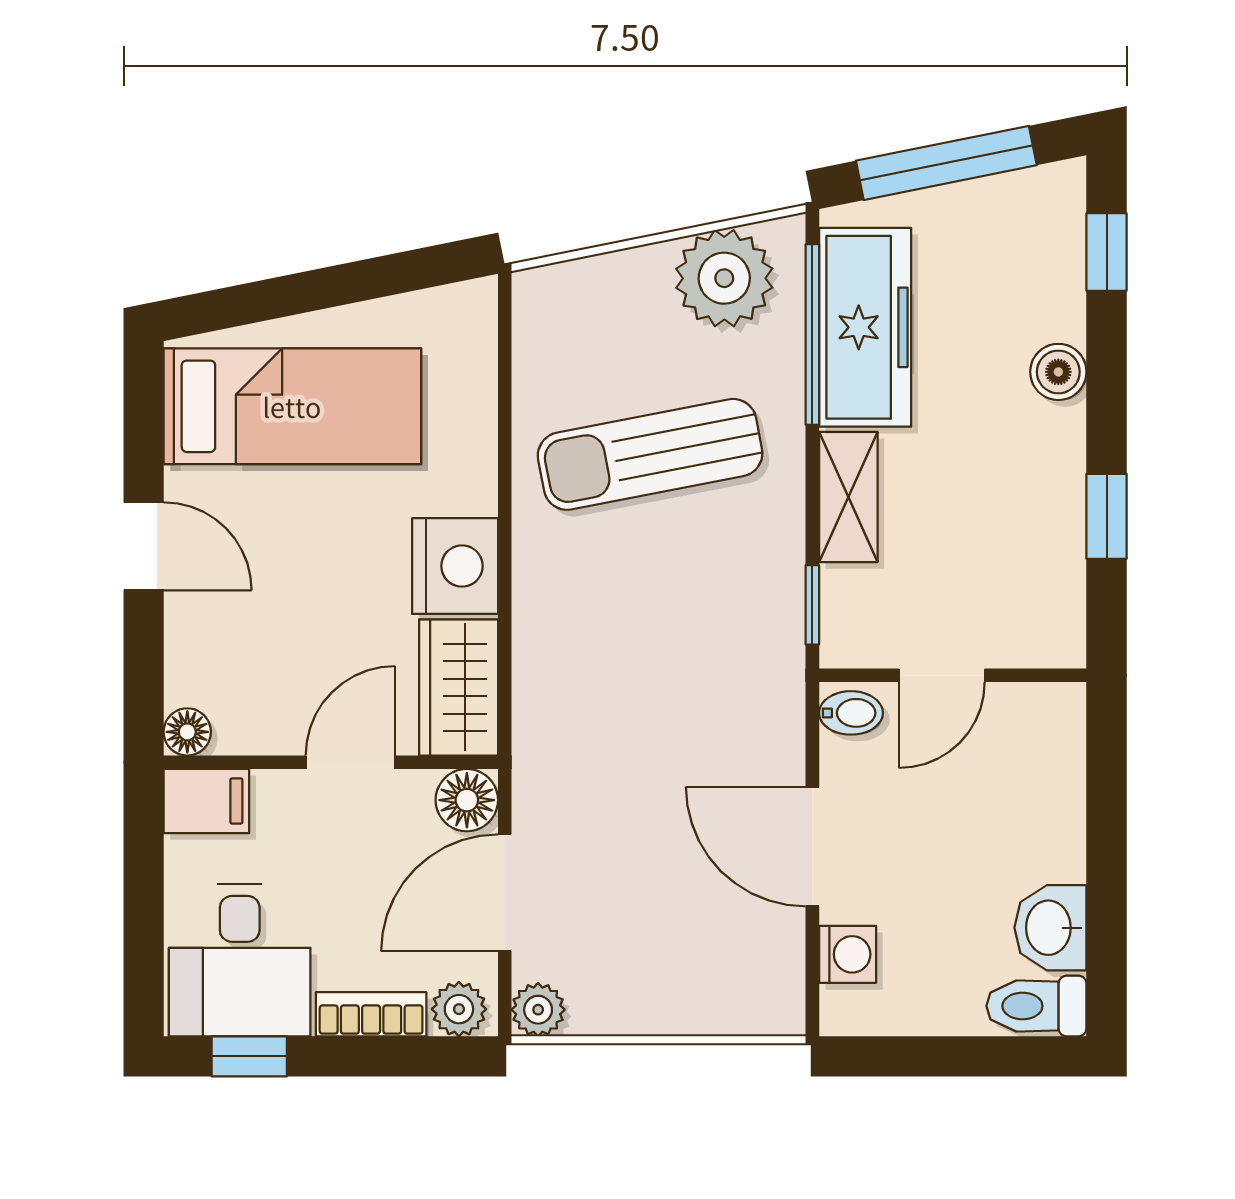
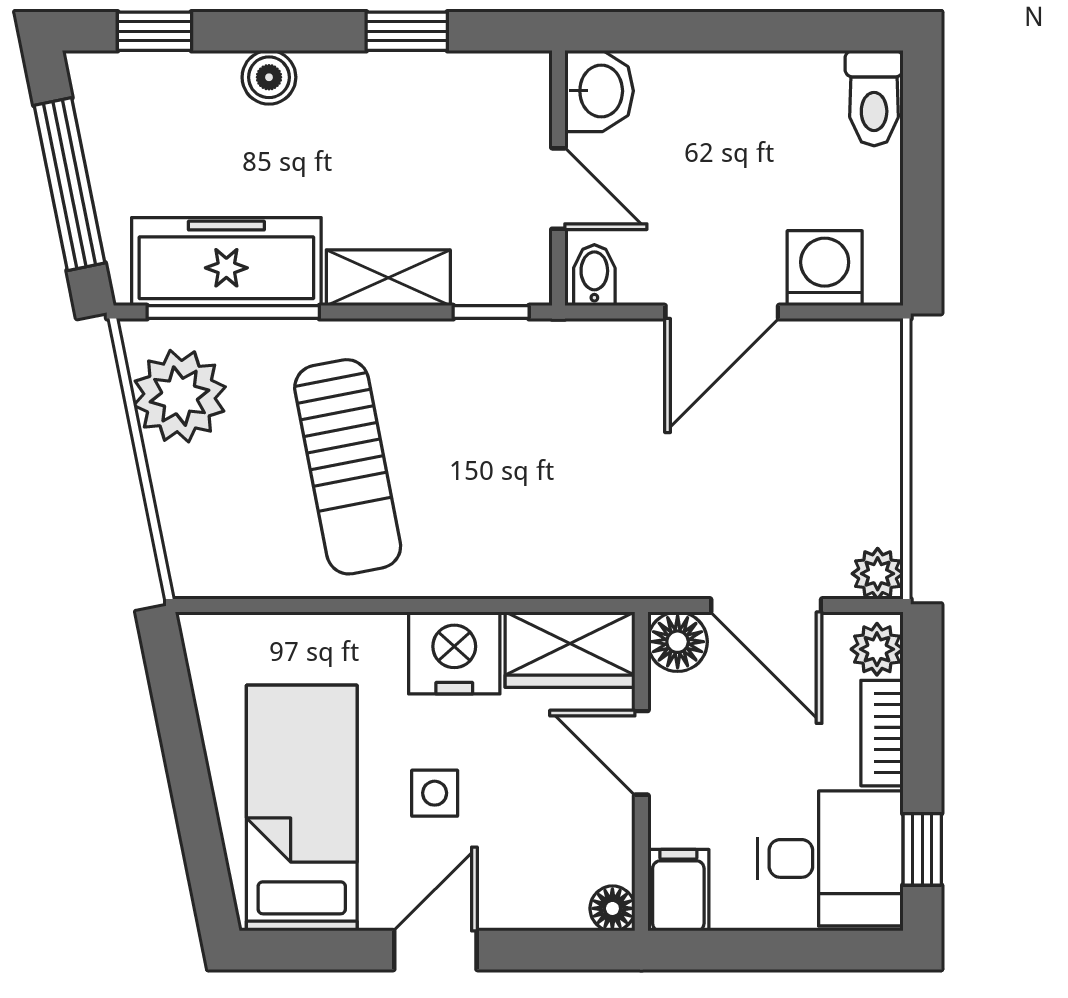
side table: (308, 546) -> (435, 793), added
washbasin: (1050, 928) -> (599, 91), moved, turned -90
washing machine: (848, 954) -> (825, 268), width x1.38, depth x1.38

